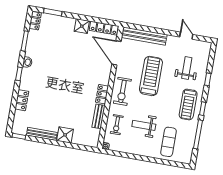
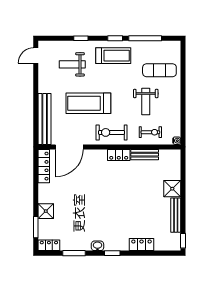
shower: (82, 26) -> (46, 211), moved
door: (186, 36) -> (36, 55), moved
exercise bike: (122, 91) -> (111, 132), turned 180

